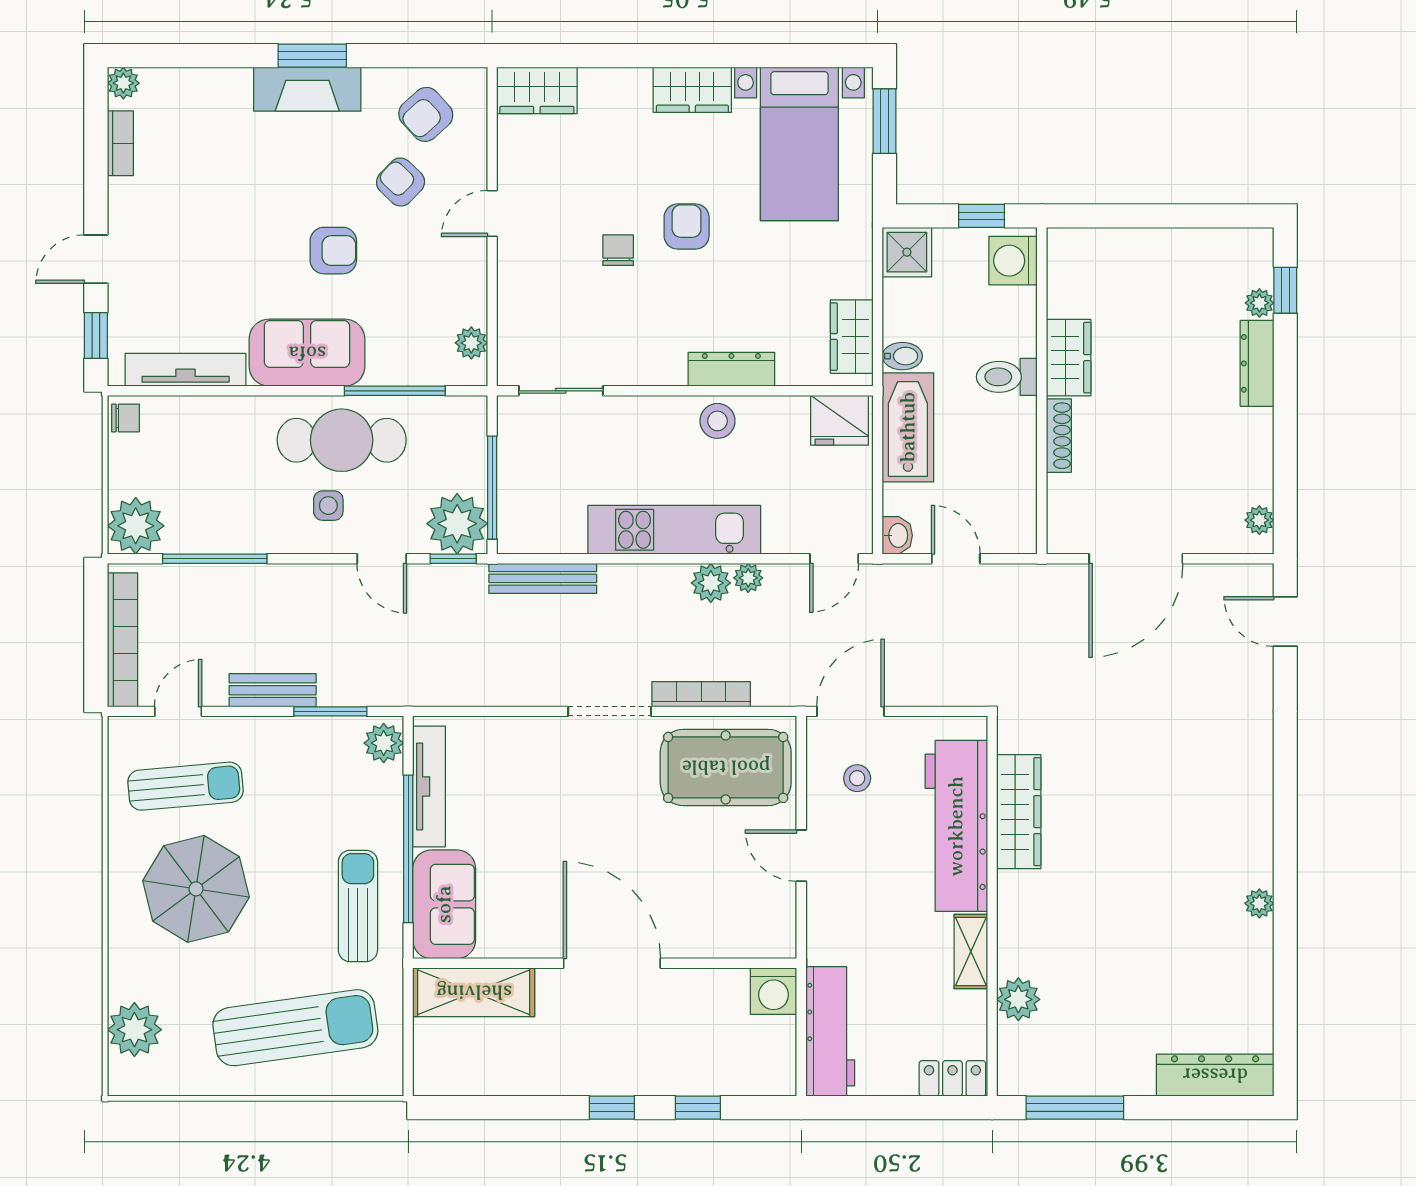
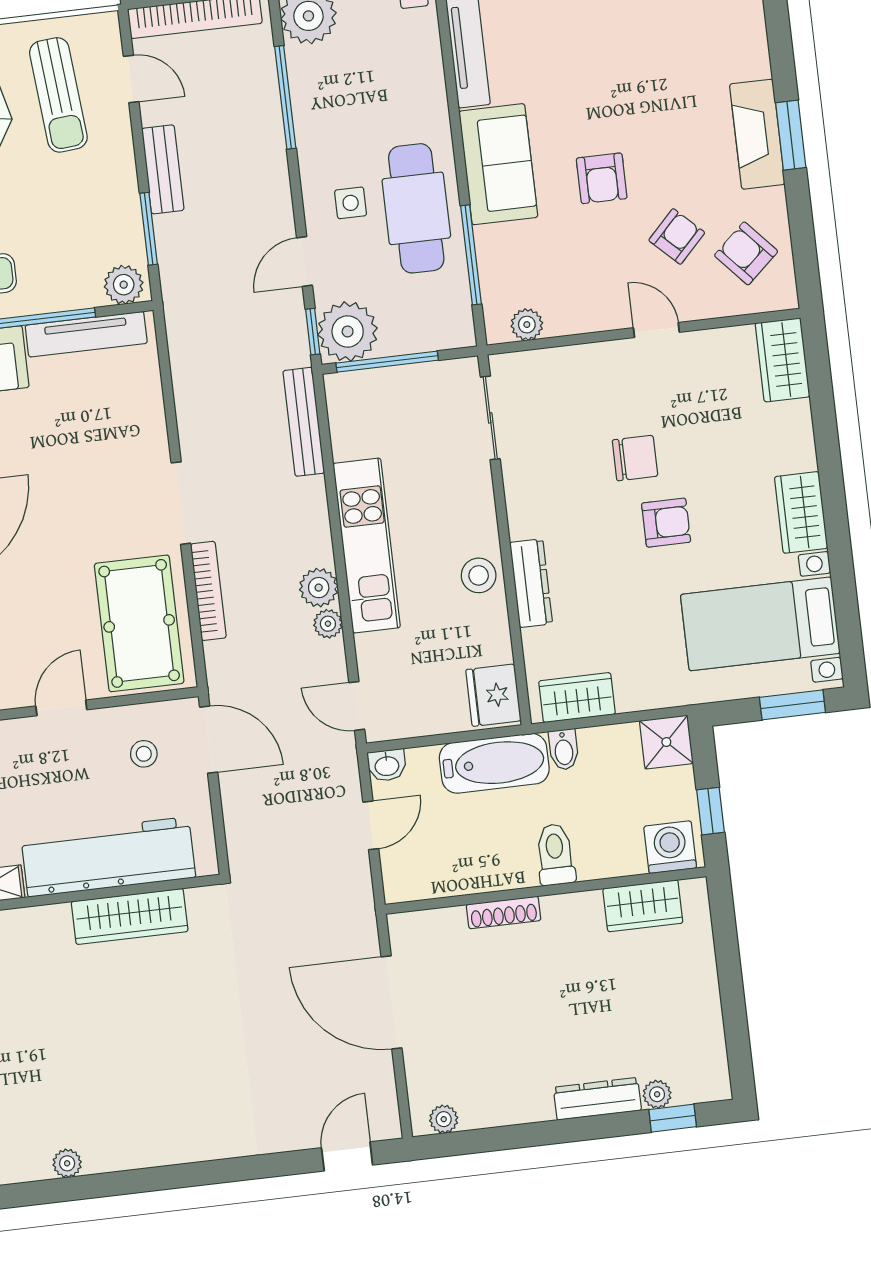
chair: (618, 250) -> (635, 458), width x1.37, depth x1.37
wardrobe: (1069, 358) -> (643, 906), moved

